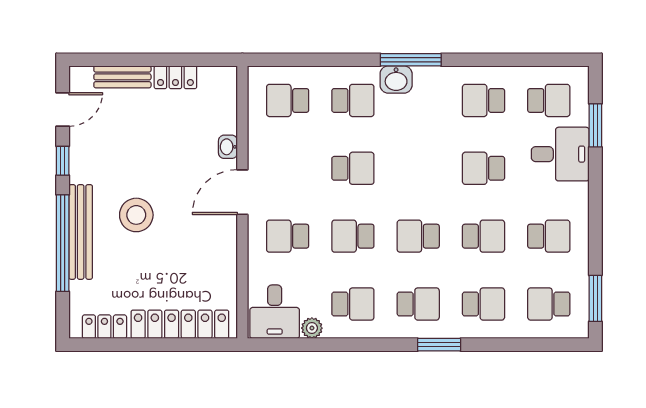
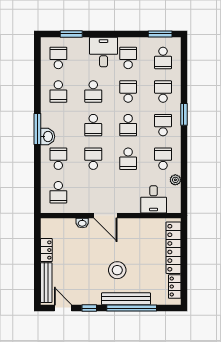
bench: (122, 77) -> (46, 283), width x1.36
desk: (560, 154) -> (104, 52), moved
school desk: (288, 236) -> (93, 125), moved
desk: (275, 312) -> (154, 199), moved, turned 90

